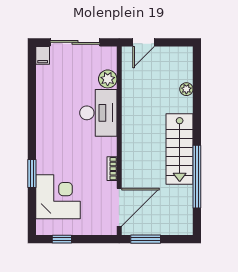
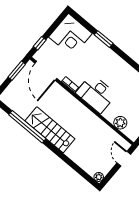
plant: (186, 89) -> (99, 177), moved
desk: (98, 113) -> (96, 94), moved
corner desk: (58, 197) -> (70, 35), moved
window: (62, 239) -> (40, 43), moved

